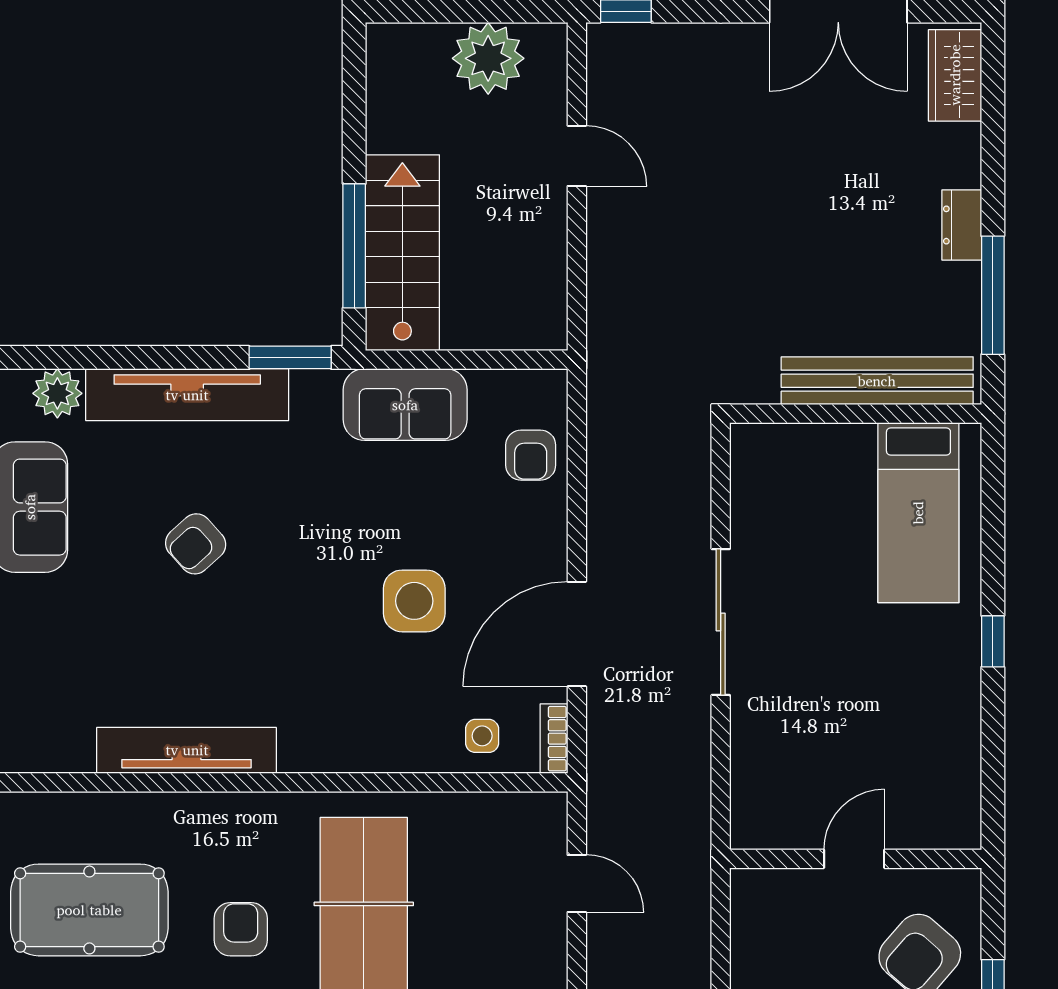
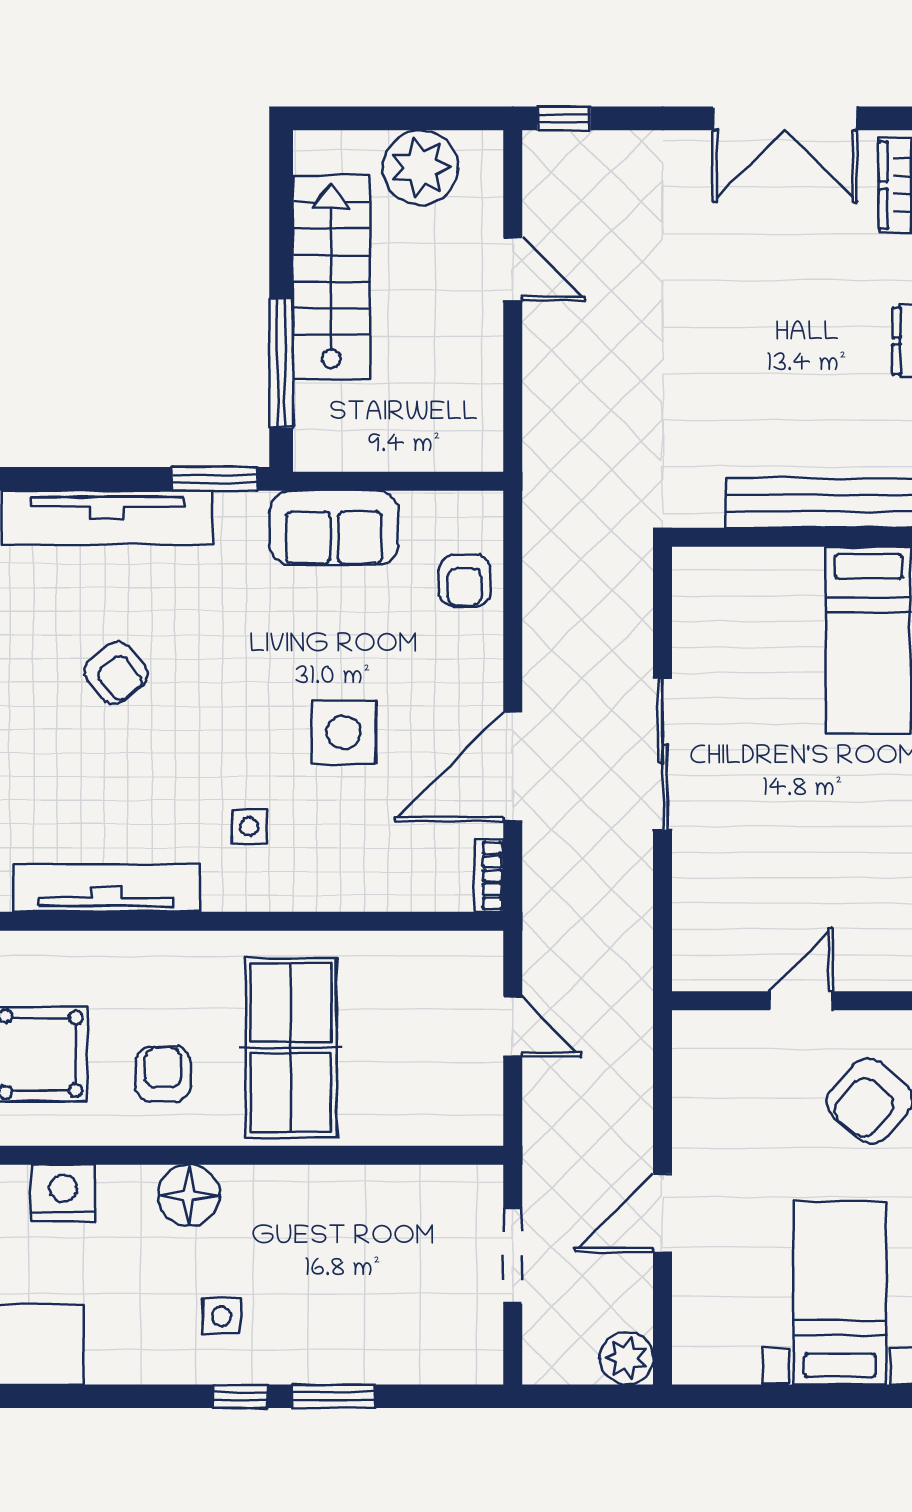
stairs: (402, 253) -> (331, 277), moved
armchair: (196, 544) -> (116, 673), turned -87
side table: (482, 736) -> (249, 827), moved

